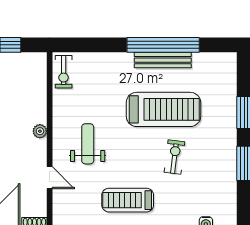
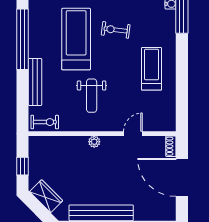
bench: (163, 60) -> (35, 82), moved
weight bench: (88, 144) -> (92, 96), moved, turned -90
treadmill: (128, 200) -> (151, 69), turned 180

